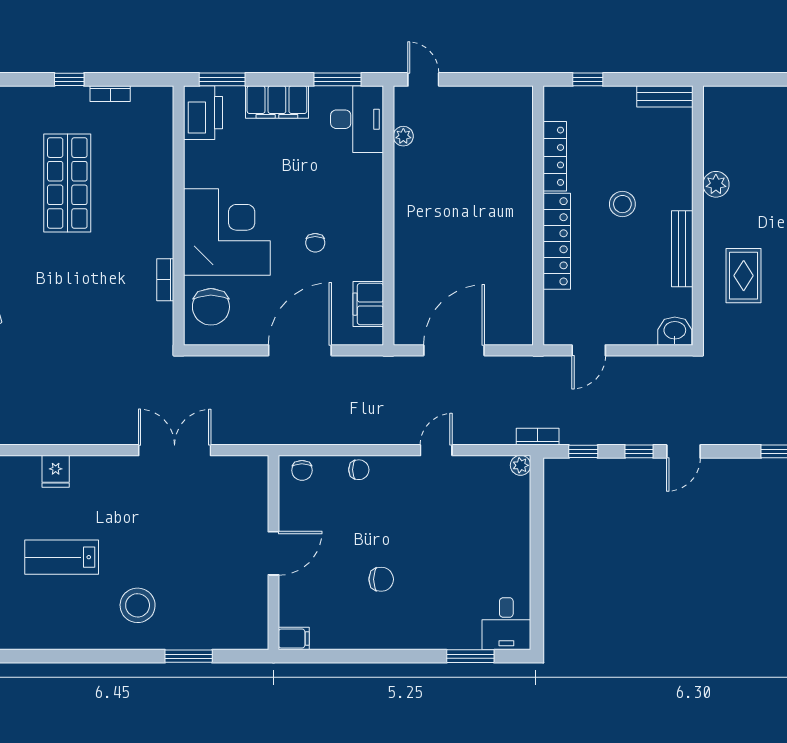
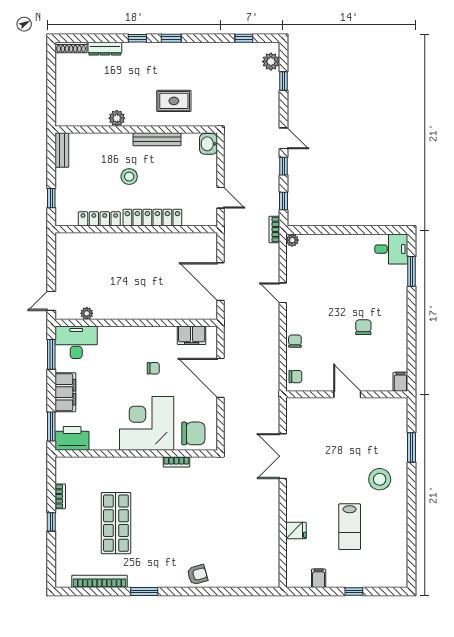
shop shelf: (67, 183) -> (116, 523), turned 90

